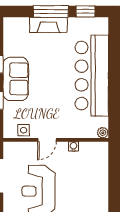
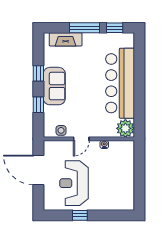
fireplace: (48, 25) -> (66, 39), moved
plant: (103, 133) -> (125, 128), width x1.87, depth x1.87

